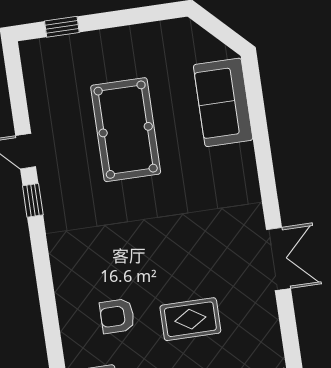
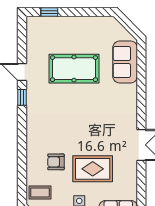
pool table: (126, 130) -> (74, 69), turned 90
rug: (190, 319) -> (93, 169), width x1.36, depth x1.43

